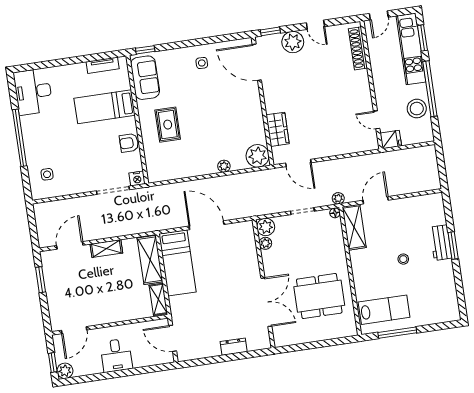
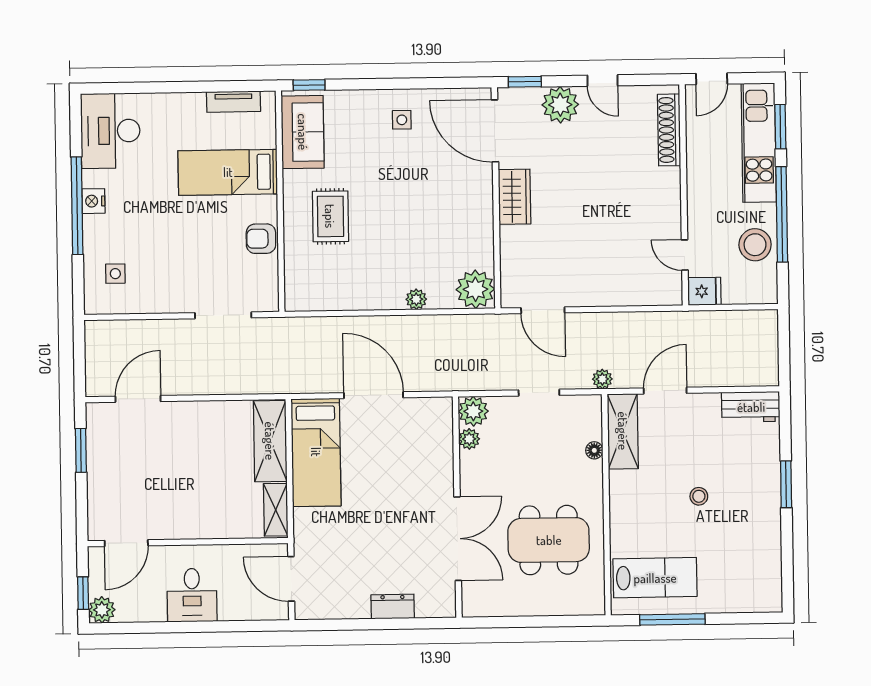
wardrobe: (278, 129) -> (515, 197), moved
nightstand: (137, 178) -> (93, 201), moved, turned 90
floor lamp: (335, 213) -> (594, 450), moved
workbench: (441, 243) -> (751, 407), moved, turned -90
shelving: (106, 249) -> (199, 412), removed

